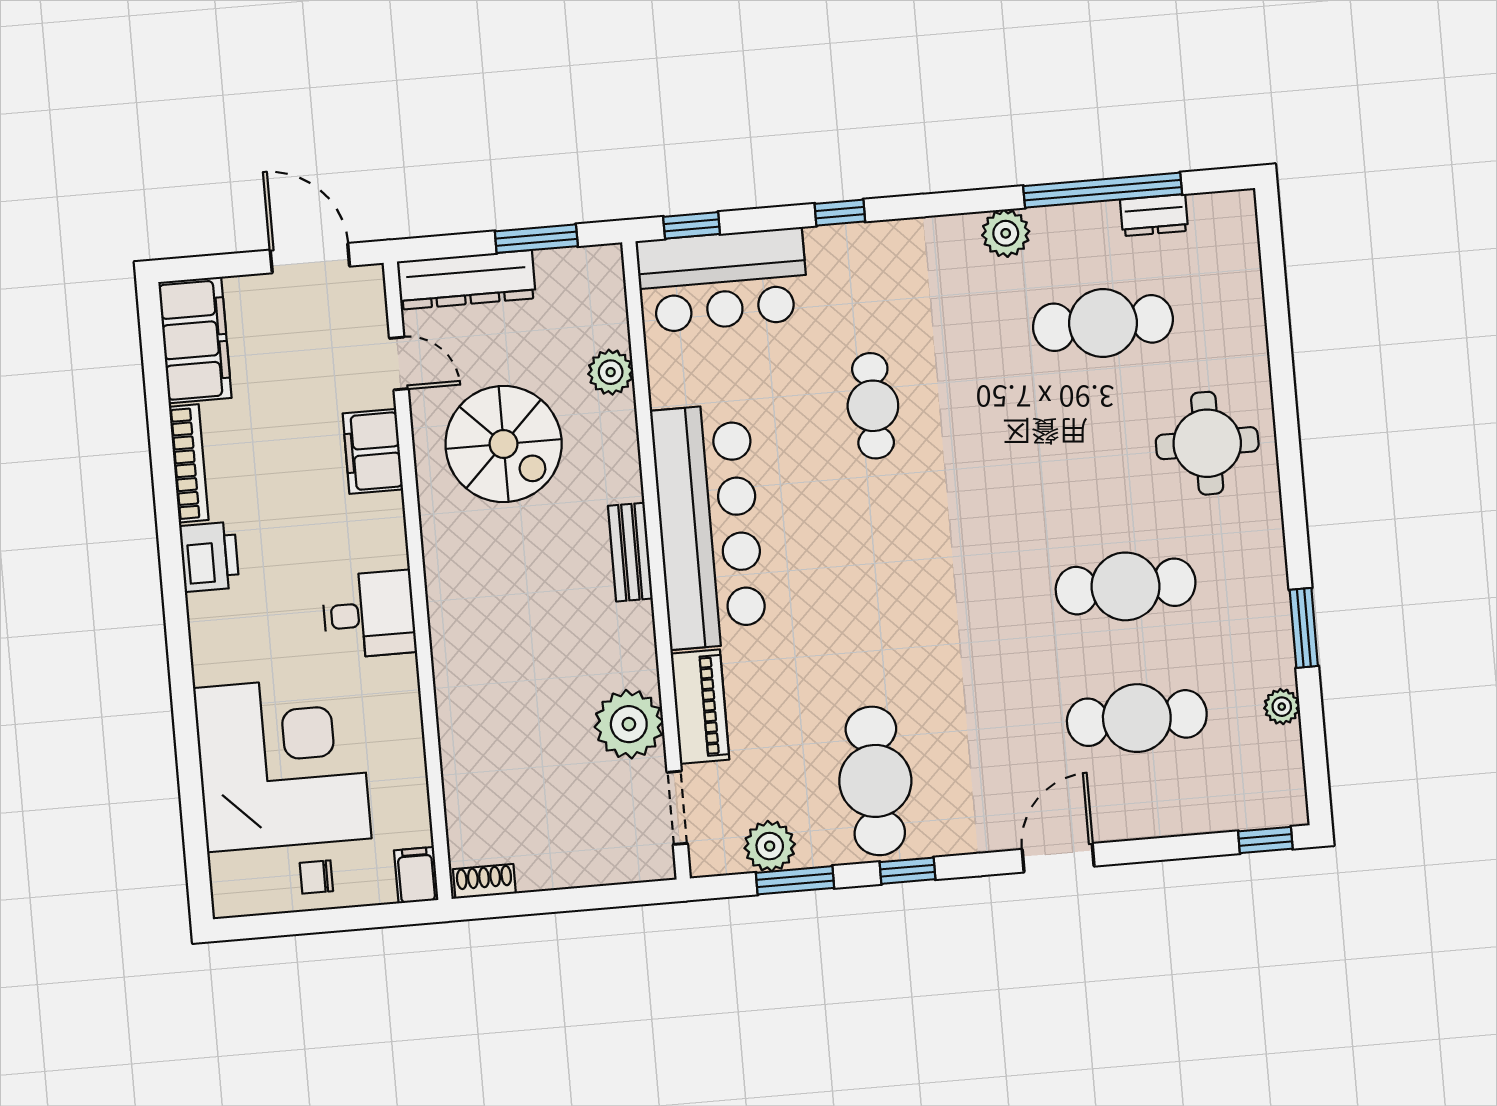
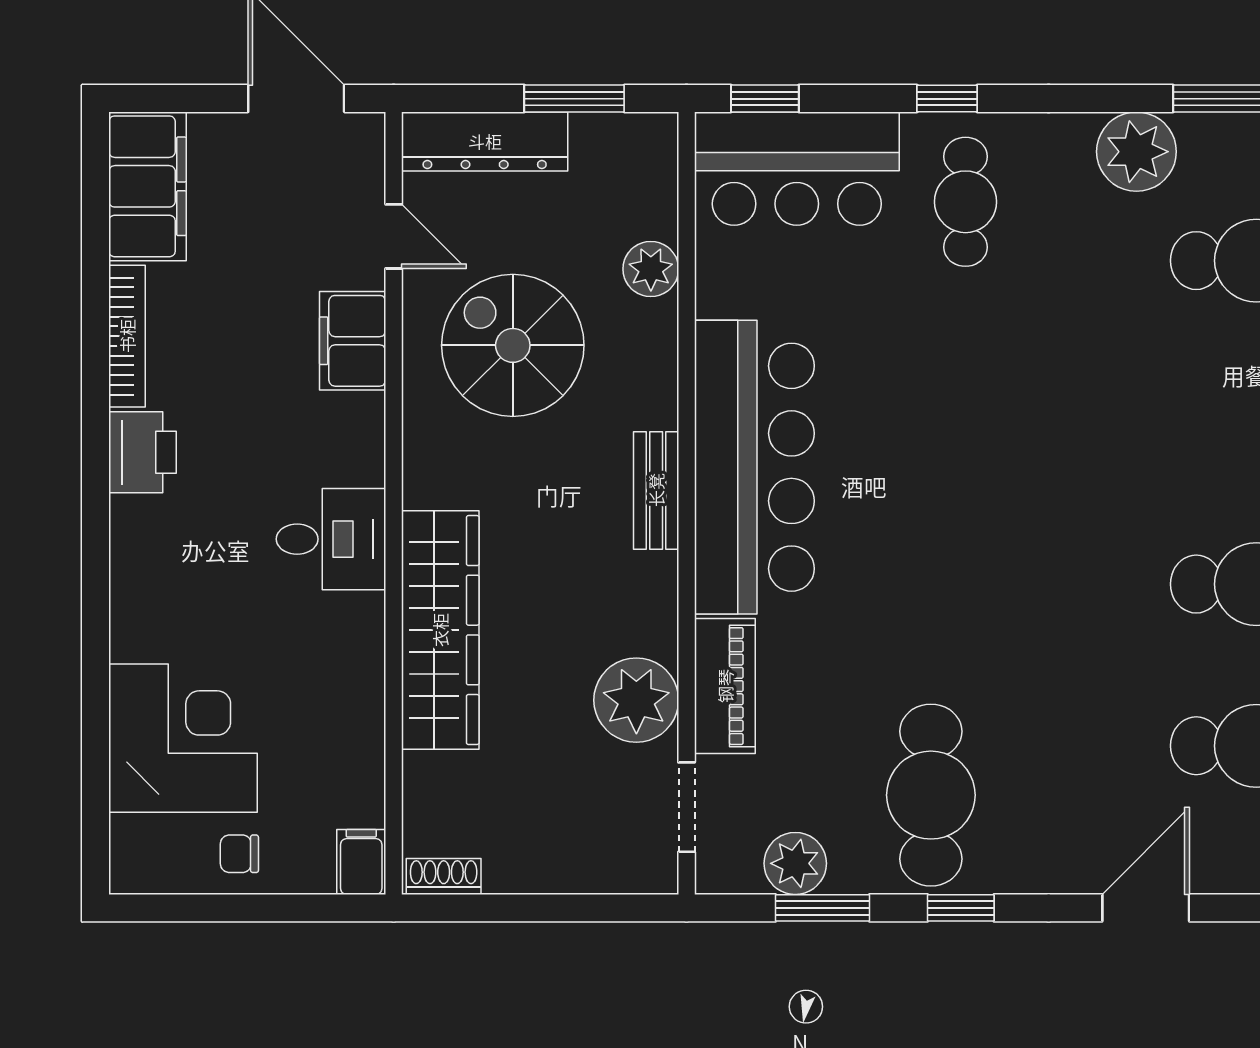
plant: (1006, 233) -> (1136, 152), width x1.36, depth x1.36
cafe table: (873, 406) -> (965, 202), moved
spiral stairs: (504, 444) -> (513, 345), turned 180
wardrobe: (464, 681) -> (440, 630), added
corner desk: (282, 763) -> (183, 738), width x0.74, depth x0.74

